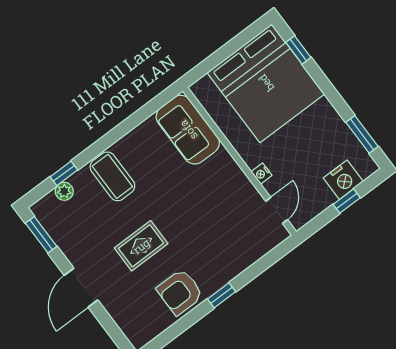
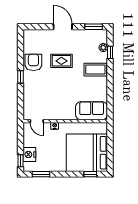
window: (347, 201) -> (21, 161), moved
rug: (141, 246) -> (61, 61), turned 90

